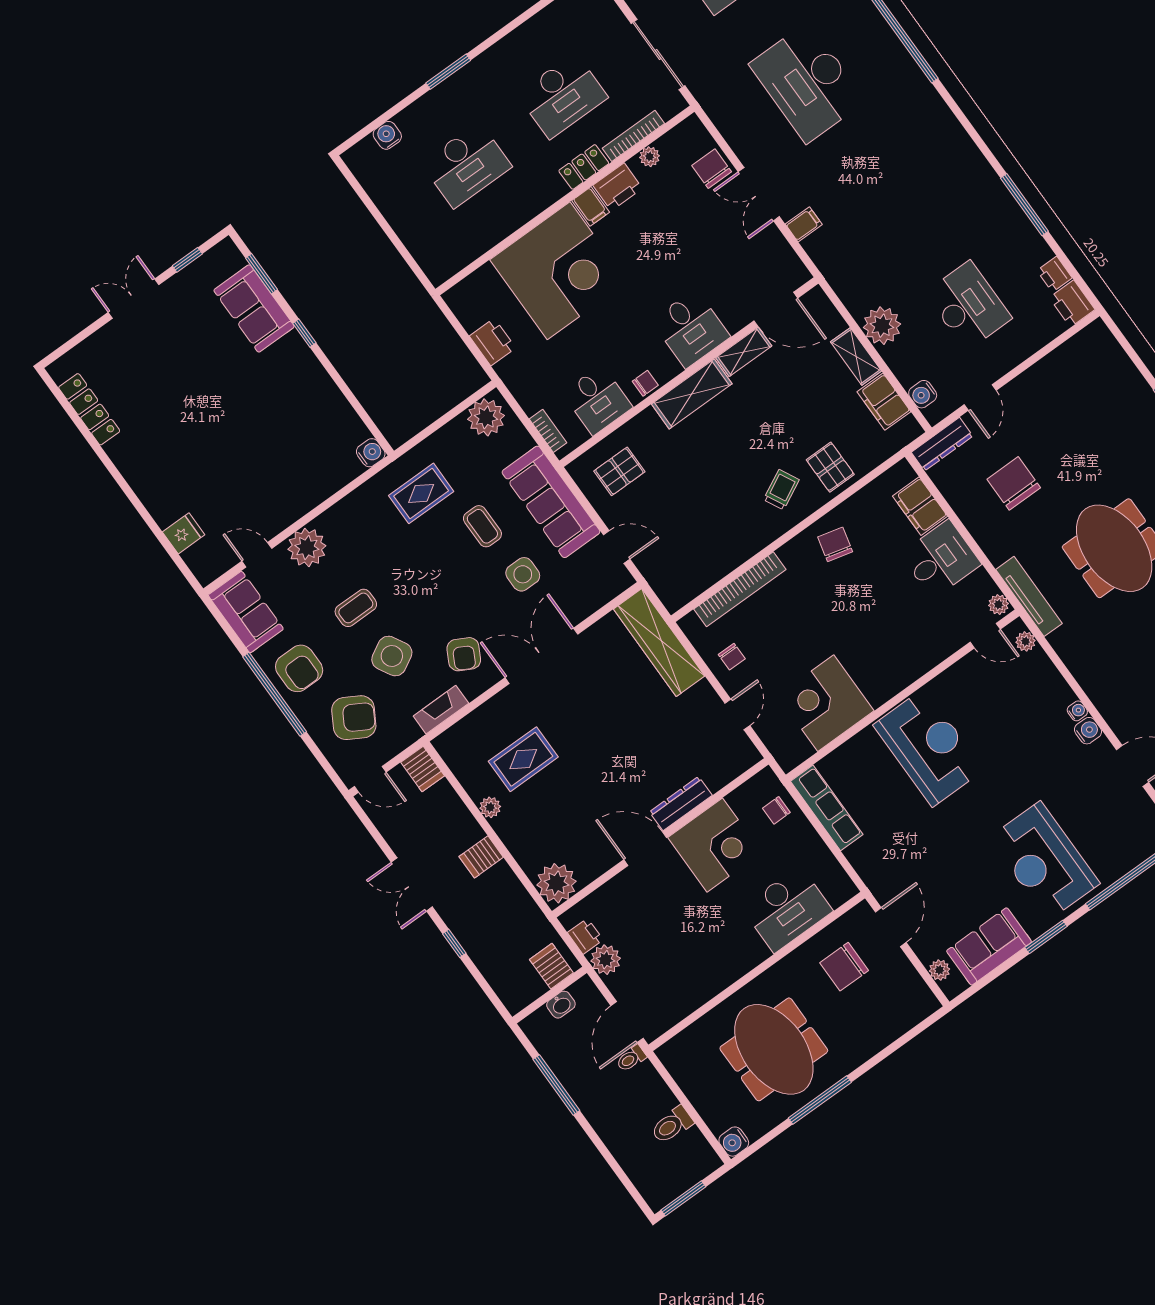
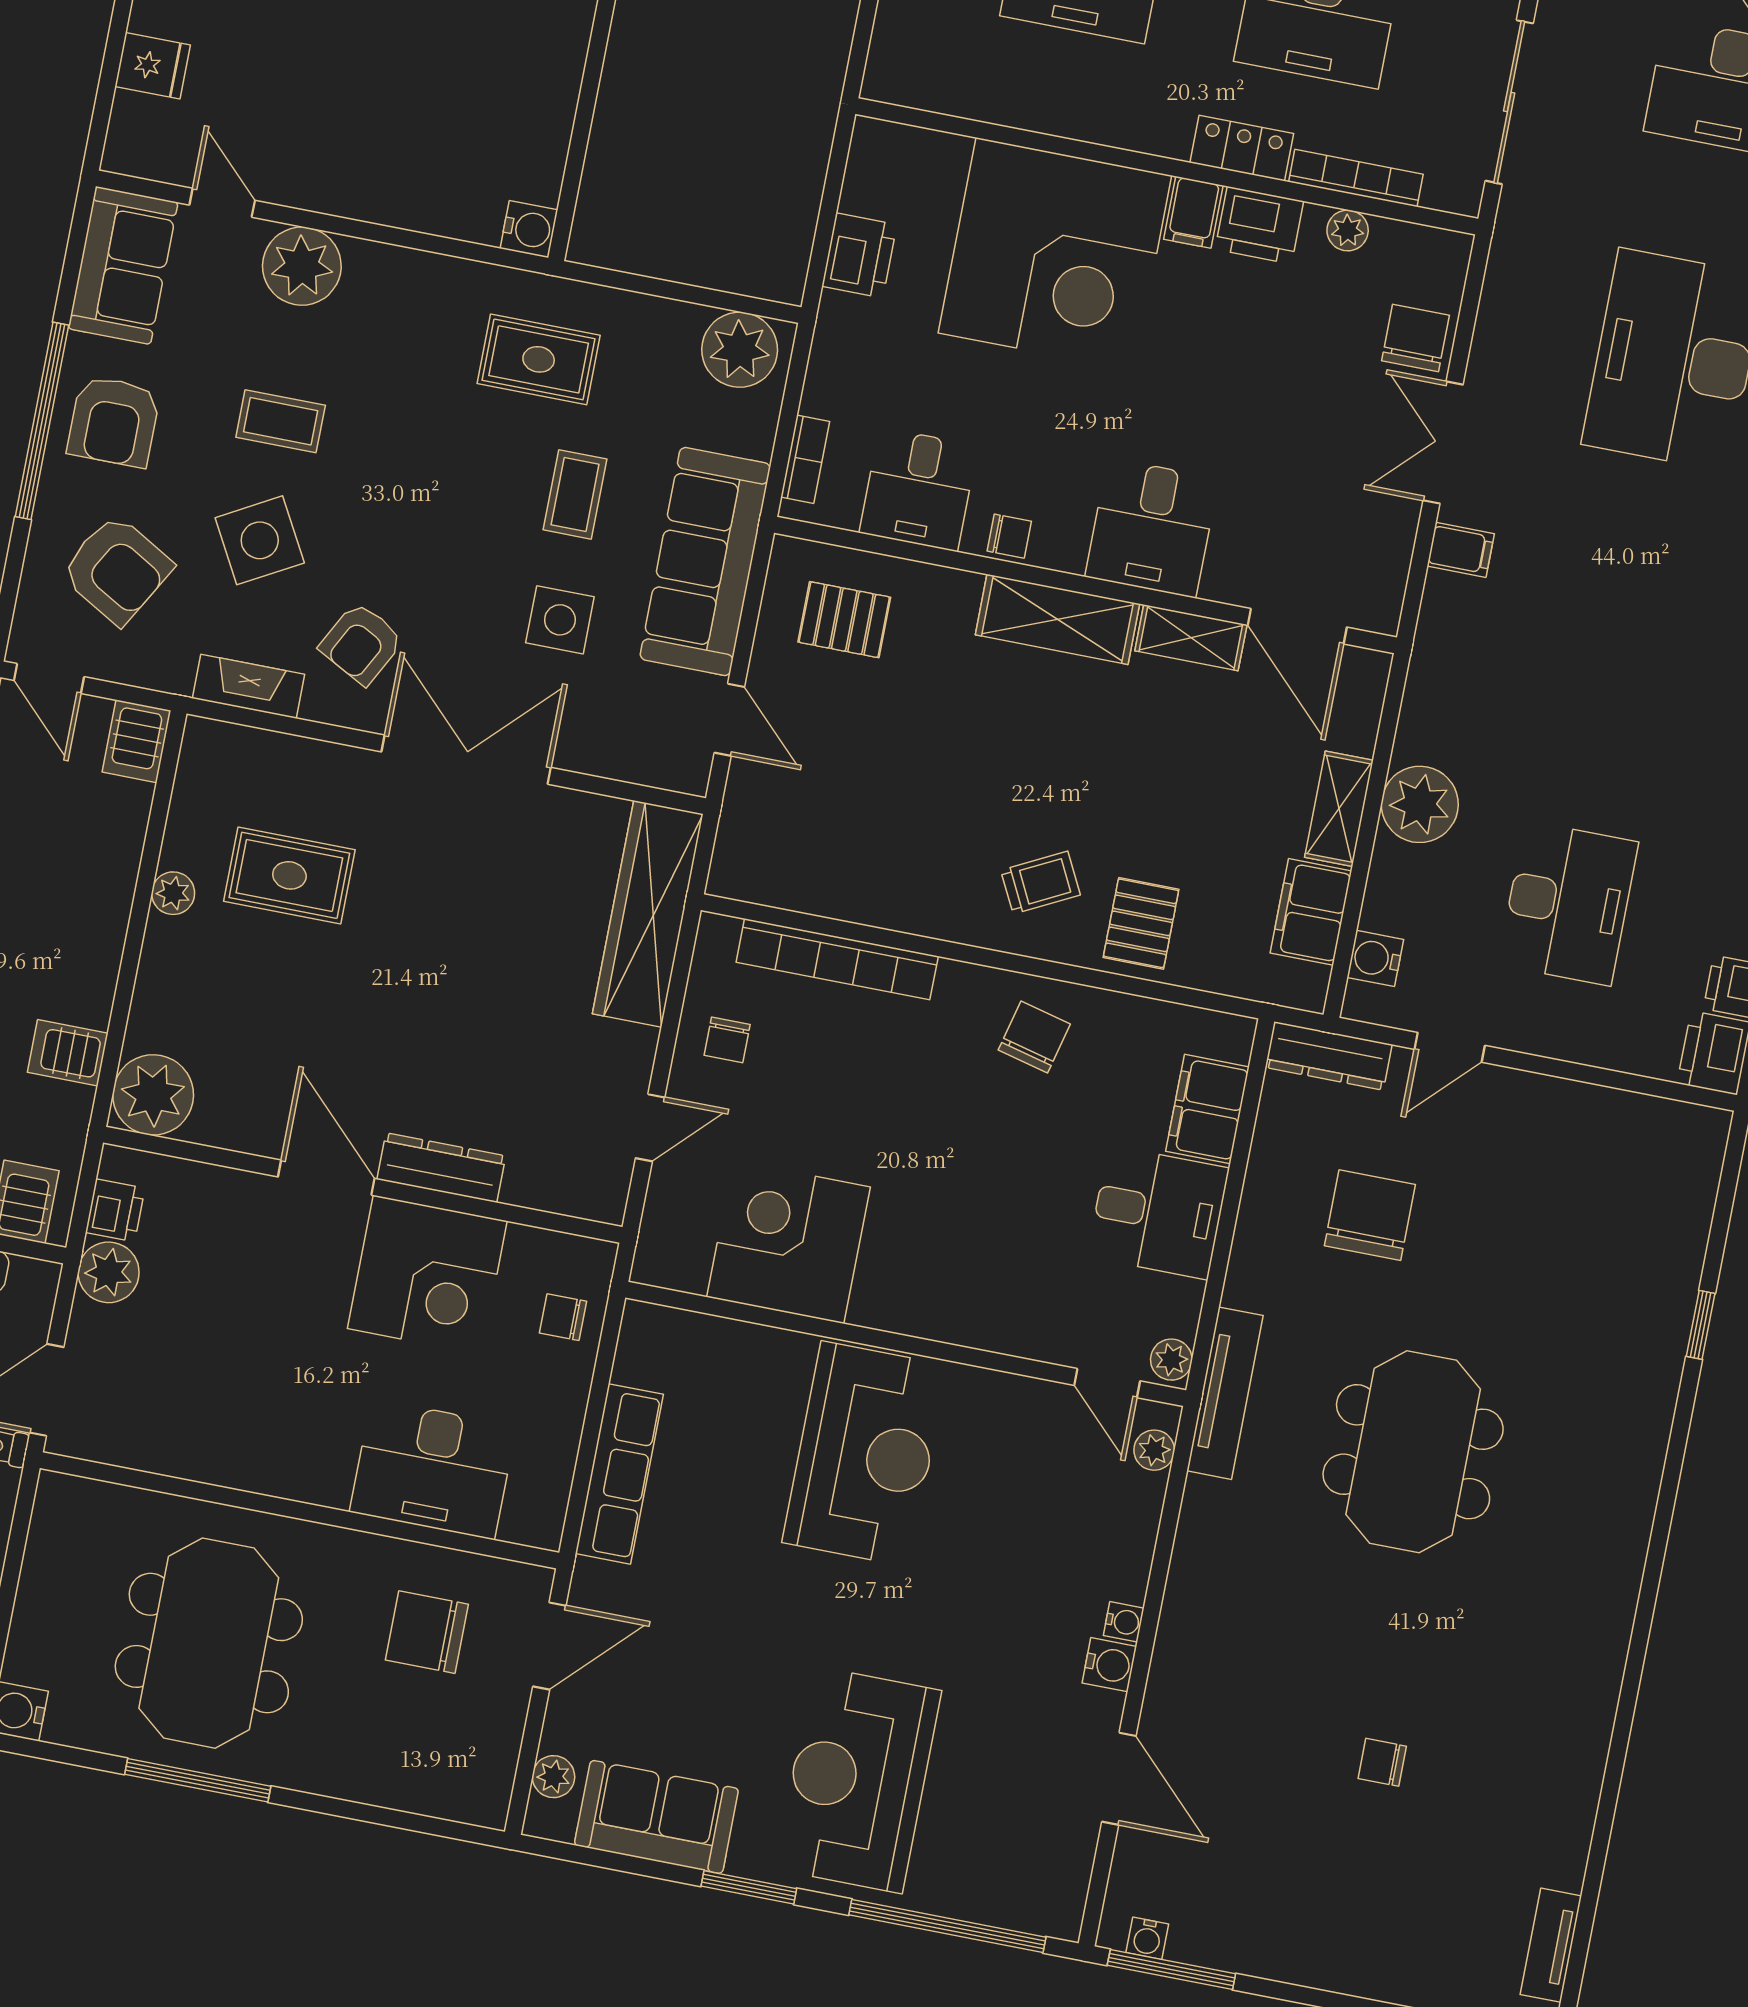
row of seats: (827, 808) -> (619, 1474), moved
server rack: (481, 857) -> (68, 1053), moved

